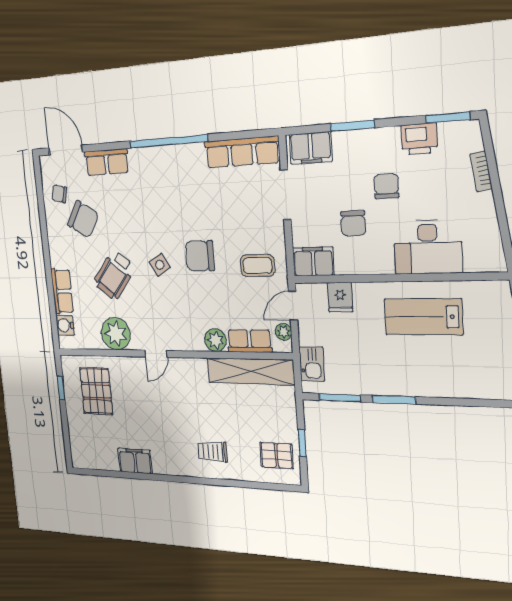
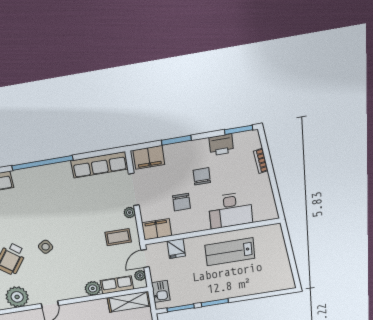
plant: (277, 230) -> (130, 213), added
chair: (200, 256) -> (75, 237), removed
shelving: (250, 371) -> (129, 302), width x0.68

